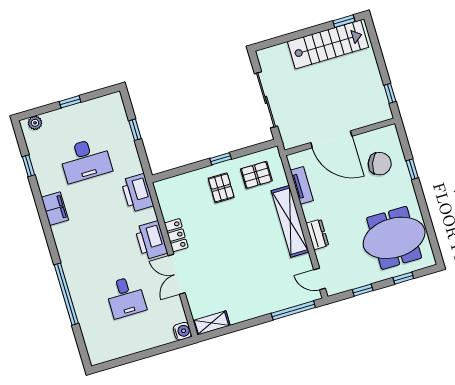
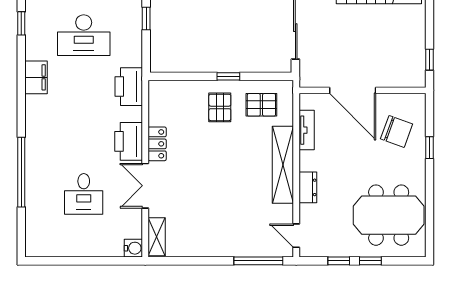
window: (403, 278) -> (370, 261), moved
shelving: (211, 323) -> (157, 237), moved, turned 90

